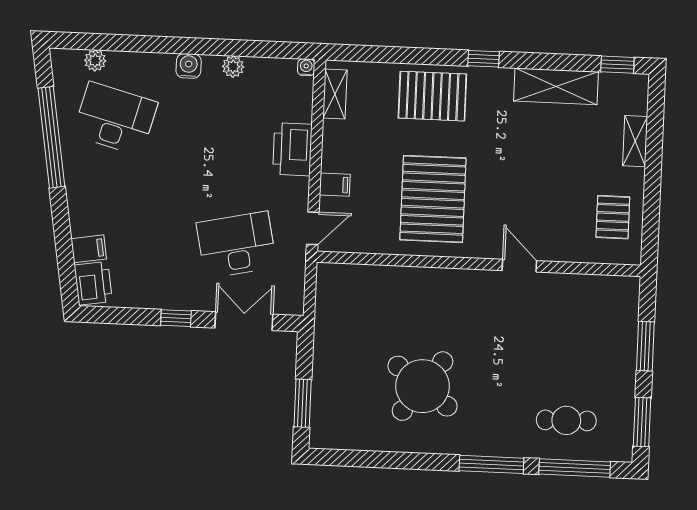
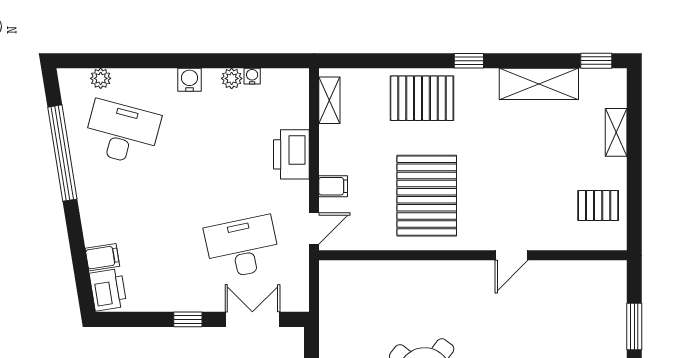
water cooler: (306, 67) -> (252, 76), moved
pallet: (613, 217) -> (598, 205), turned 90
door: (519, 266) -> (512, 255), swing flipped

